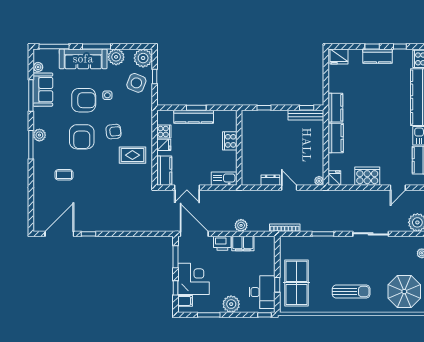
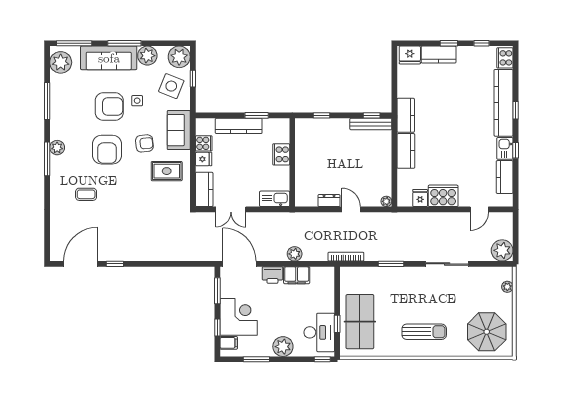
kitchen counter: (377, 56) -> (439, 55), moved
plant: (38, 67) -> (61, 62), width x1.88, depth x1.88
sofa: (43, 90) -> (179, 130), moved, turned 180
window: (196, 108) -> (257, 115), moved
fridge: (334, 178) -> (420, 198), moved

